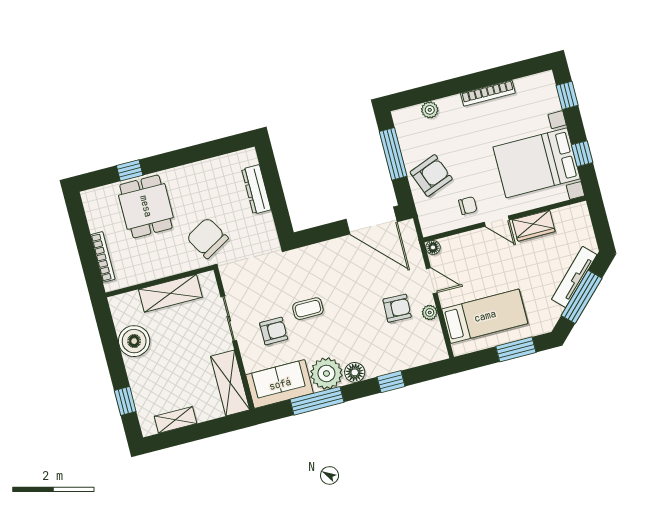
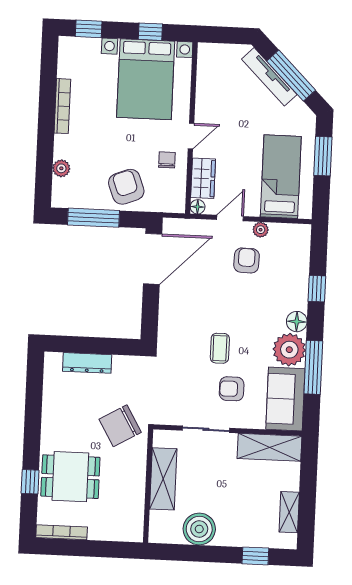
wardrobe: (534, 226) -> (203, 178), moved
bookcase: (103, 257) -> (62, 532), moved
armchair: (274, 331) -> (232, 389), turned -90

